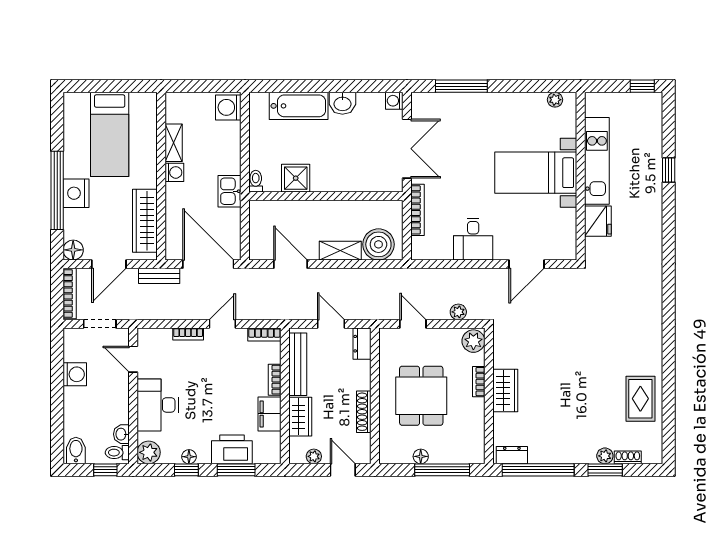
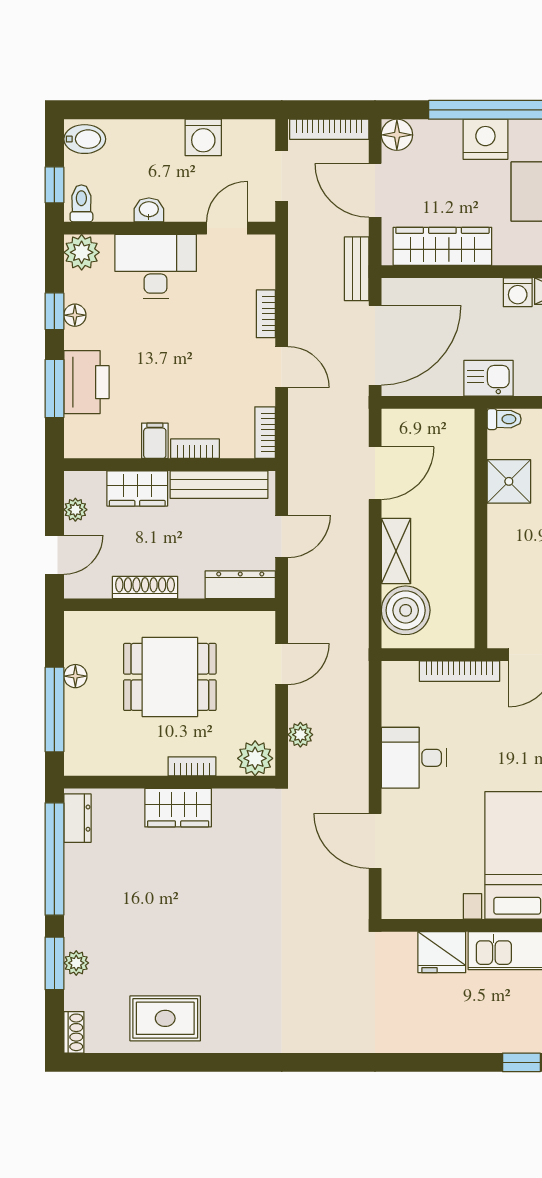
dresser: (362, 344) -> (240, 585), width x1.44
filing cabinet: (270, 414) -> (155, 441), width x0.50
washbasin: (121, 434) -> (149, 210), moved
shoe rack: (628, 457) -> (74, 1032), moved

